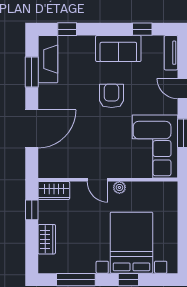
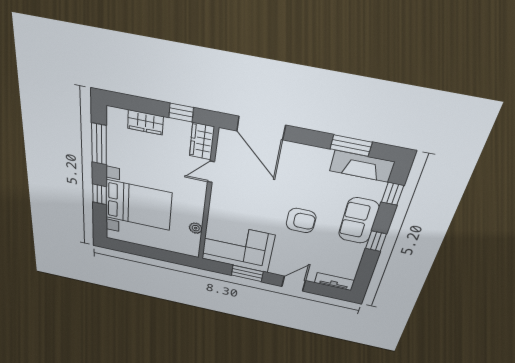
window: (142, 29) -> (376, 241), moved
sofa: (118, 49) -> (359, 221), moved
door: (32, 129) -> (261, 128), moved
door: (98, 180) -> (211, 172), moved
plant: (119, 187) -> (196, 228), moved

